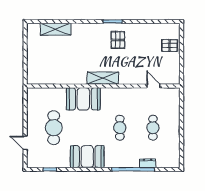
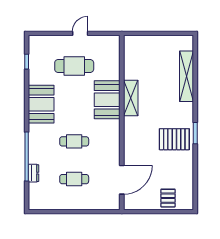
shelving: (56, 29) -> (187, 76), width x1.47
pallet: (118, 40) -> (174, 139), width x1.50, depth x1.42
shelving: (103, 78) -> (131, 98), moved
door: (153, 86) -> (122, 180), width x1.88
door: (25, 143) -> (80, 33), moved

